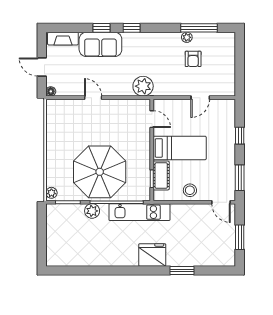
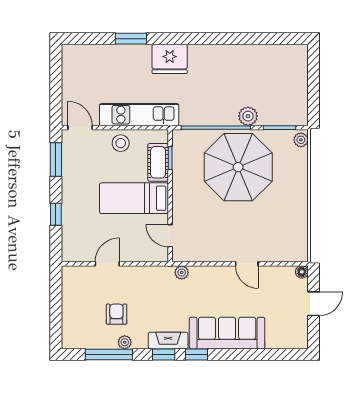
window: (102, 28) -> (164, 354), moved
fireplace: (63, 39) -> (168, 341), moved
sofa: (100, 44) -> (227, 333), width x1.36
door: (42, 67) -> (314, 304), hinge flipped
plant: (143, 86) -> (182, 272), width x0.53, depth x0.53
kitchen unit: (139, 212) -> (139, 115), moved
window: (240, 237) -> (56, 82), removed

